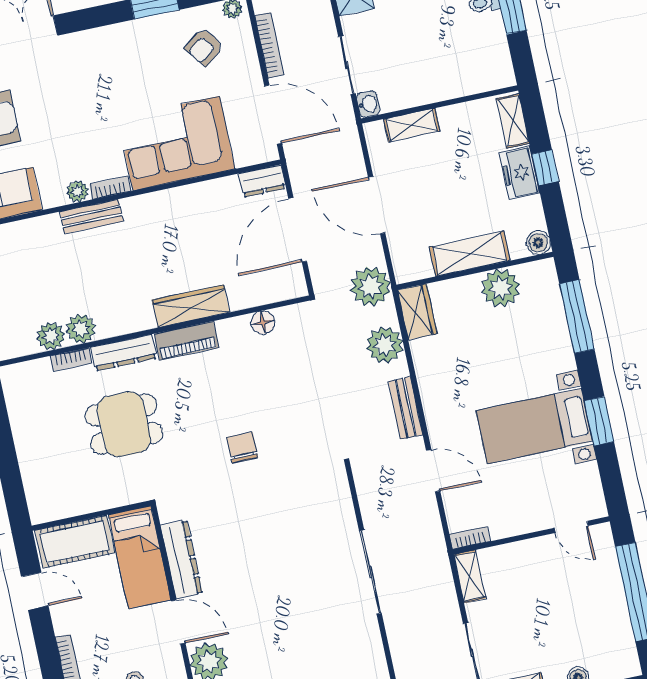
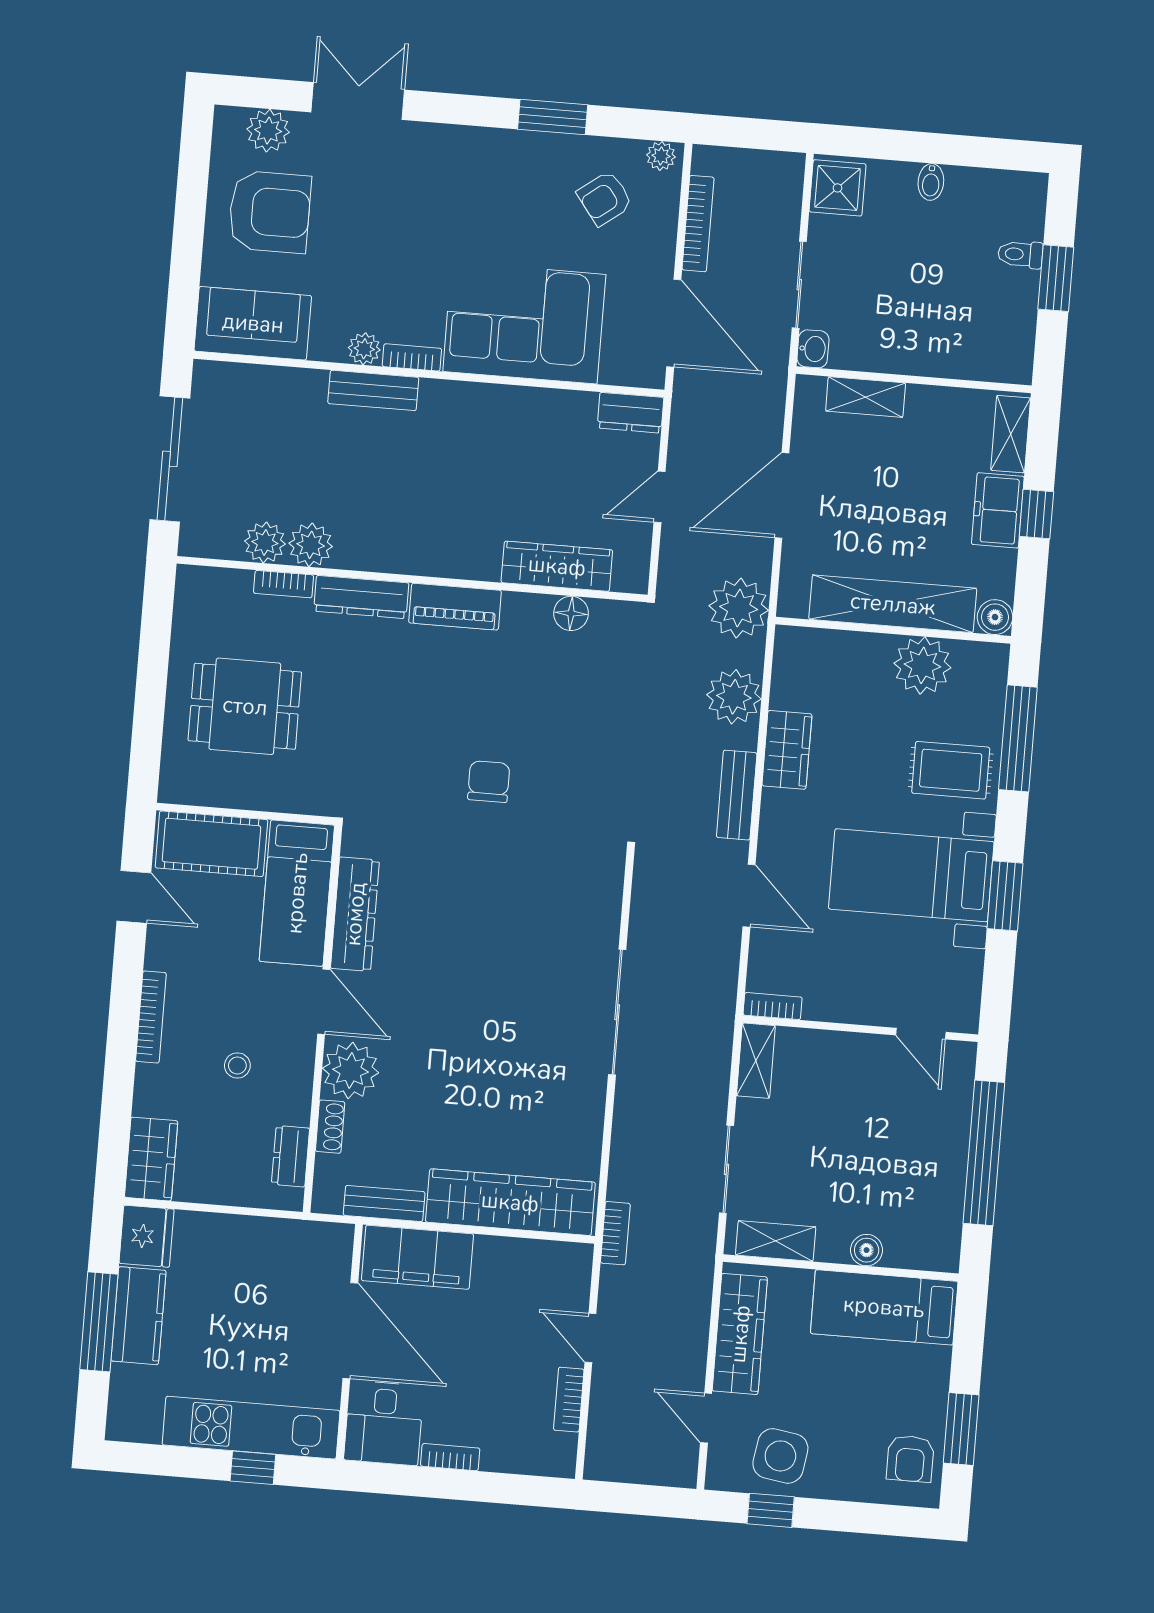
door: (377, 205) -> (782, 495), hinge flipped
door: (298, 230) -> (660, 497), width x0.53
shelving: (470, 254) -> (893, 604), width x1.47
wardrobe: (191, 306) -> (557, 566), moved
wardrobe: (417, 312) -> (787, 750), moved
rug: (539, 350) -> (951, 770), added
dining table: (124, 424) -> (245, 706), moved

